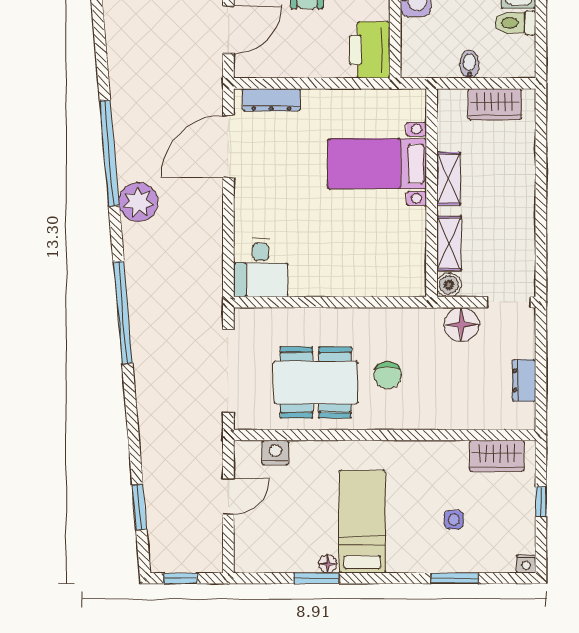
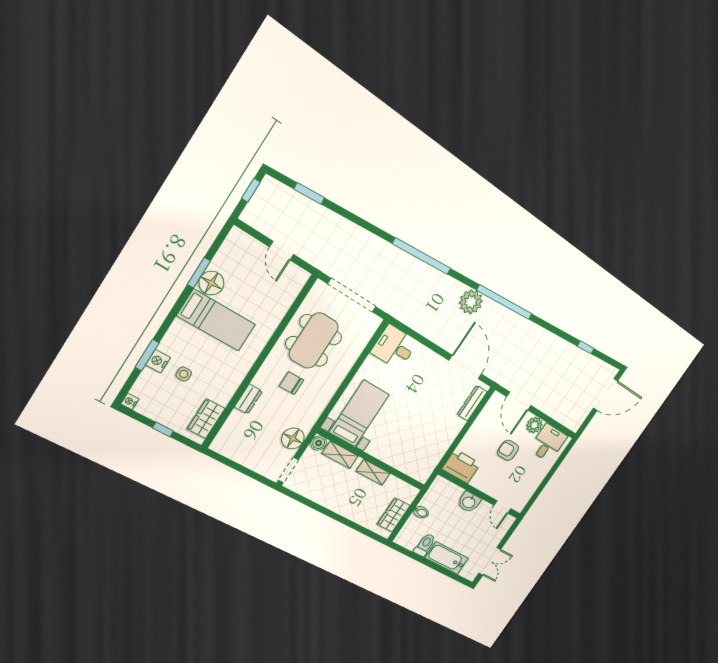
bed with nightstands: (377, 164) -> (359, 413), moved
dresser: (524, 380) -> (248, 399), moved, turned 90
nightstand: (275, 452) -> (158, 361), moved, turned 180
floor lamp: (328, 564) -> (211, 283), width x1.89, depth x1.89

